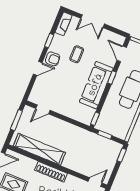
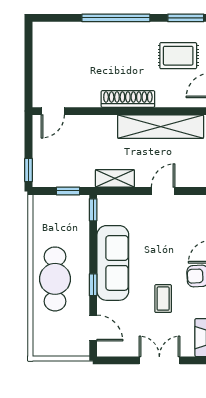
door: (43, 109) -> (163, 191), moved
shelving: (76, 131) -> (115, 178), added

